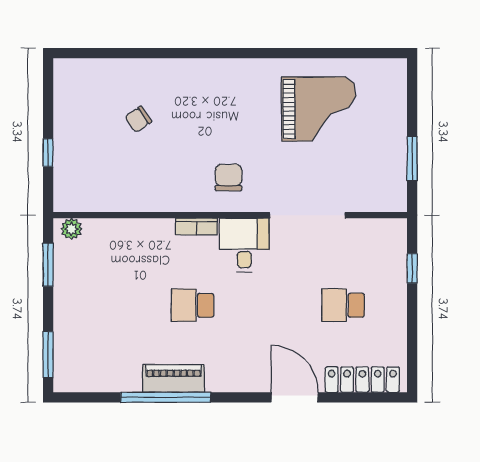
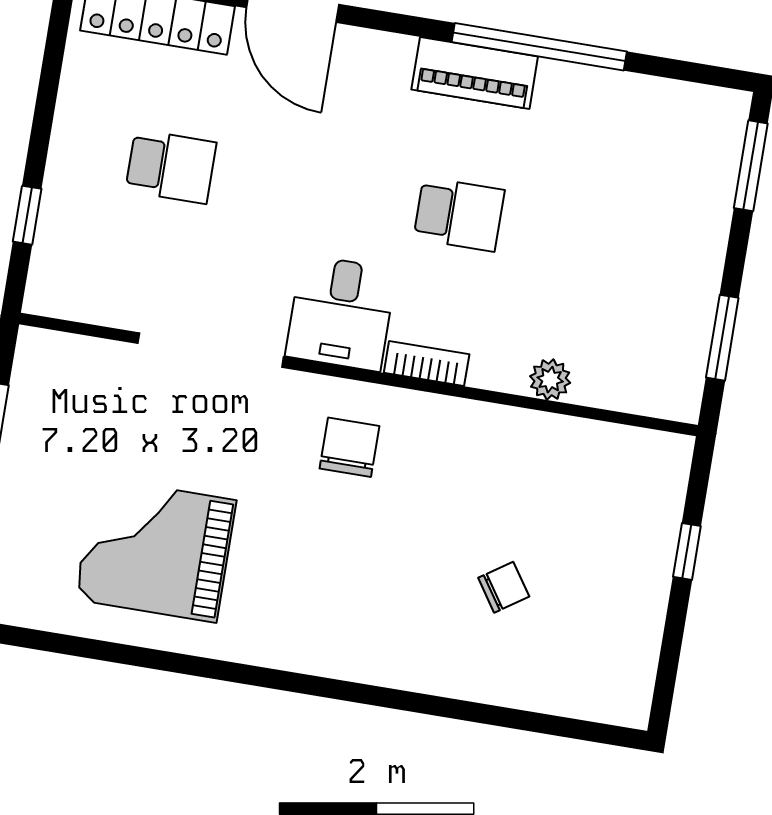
chair: (229, 177) -> (349, 447), turned 180
plant: (71, 229) -> (550, 380), moved
piano: (174, 378) -> (475, 73), moved

